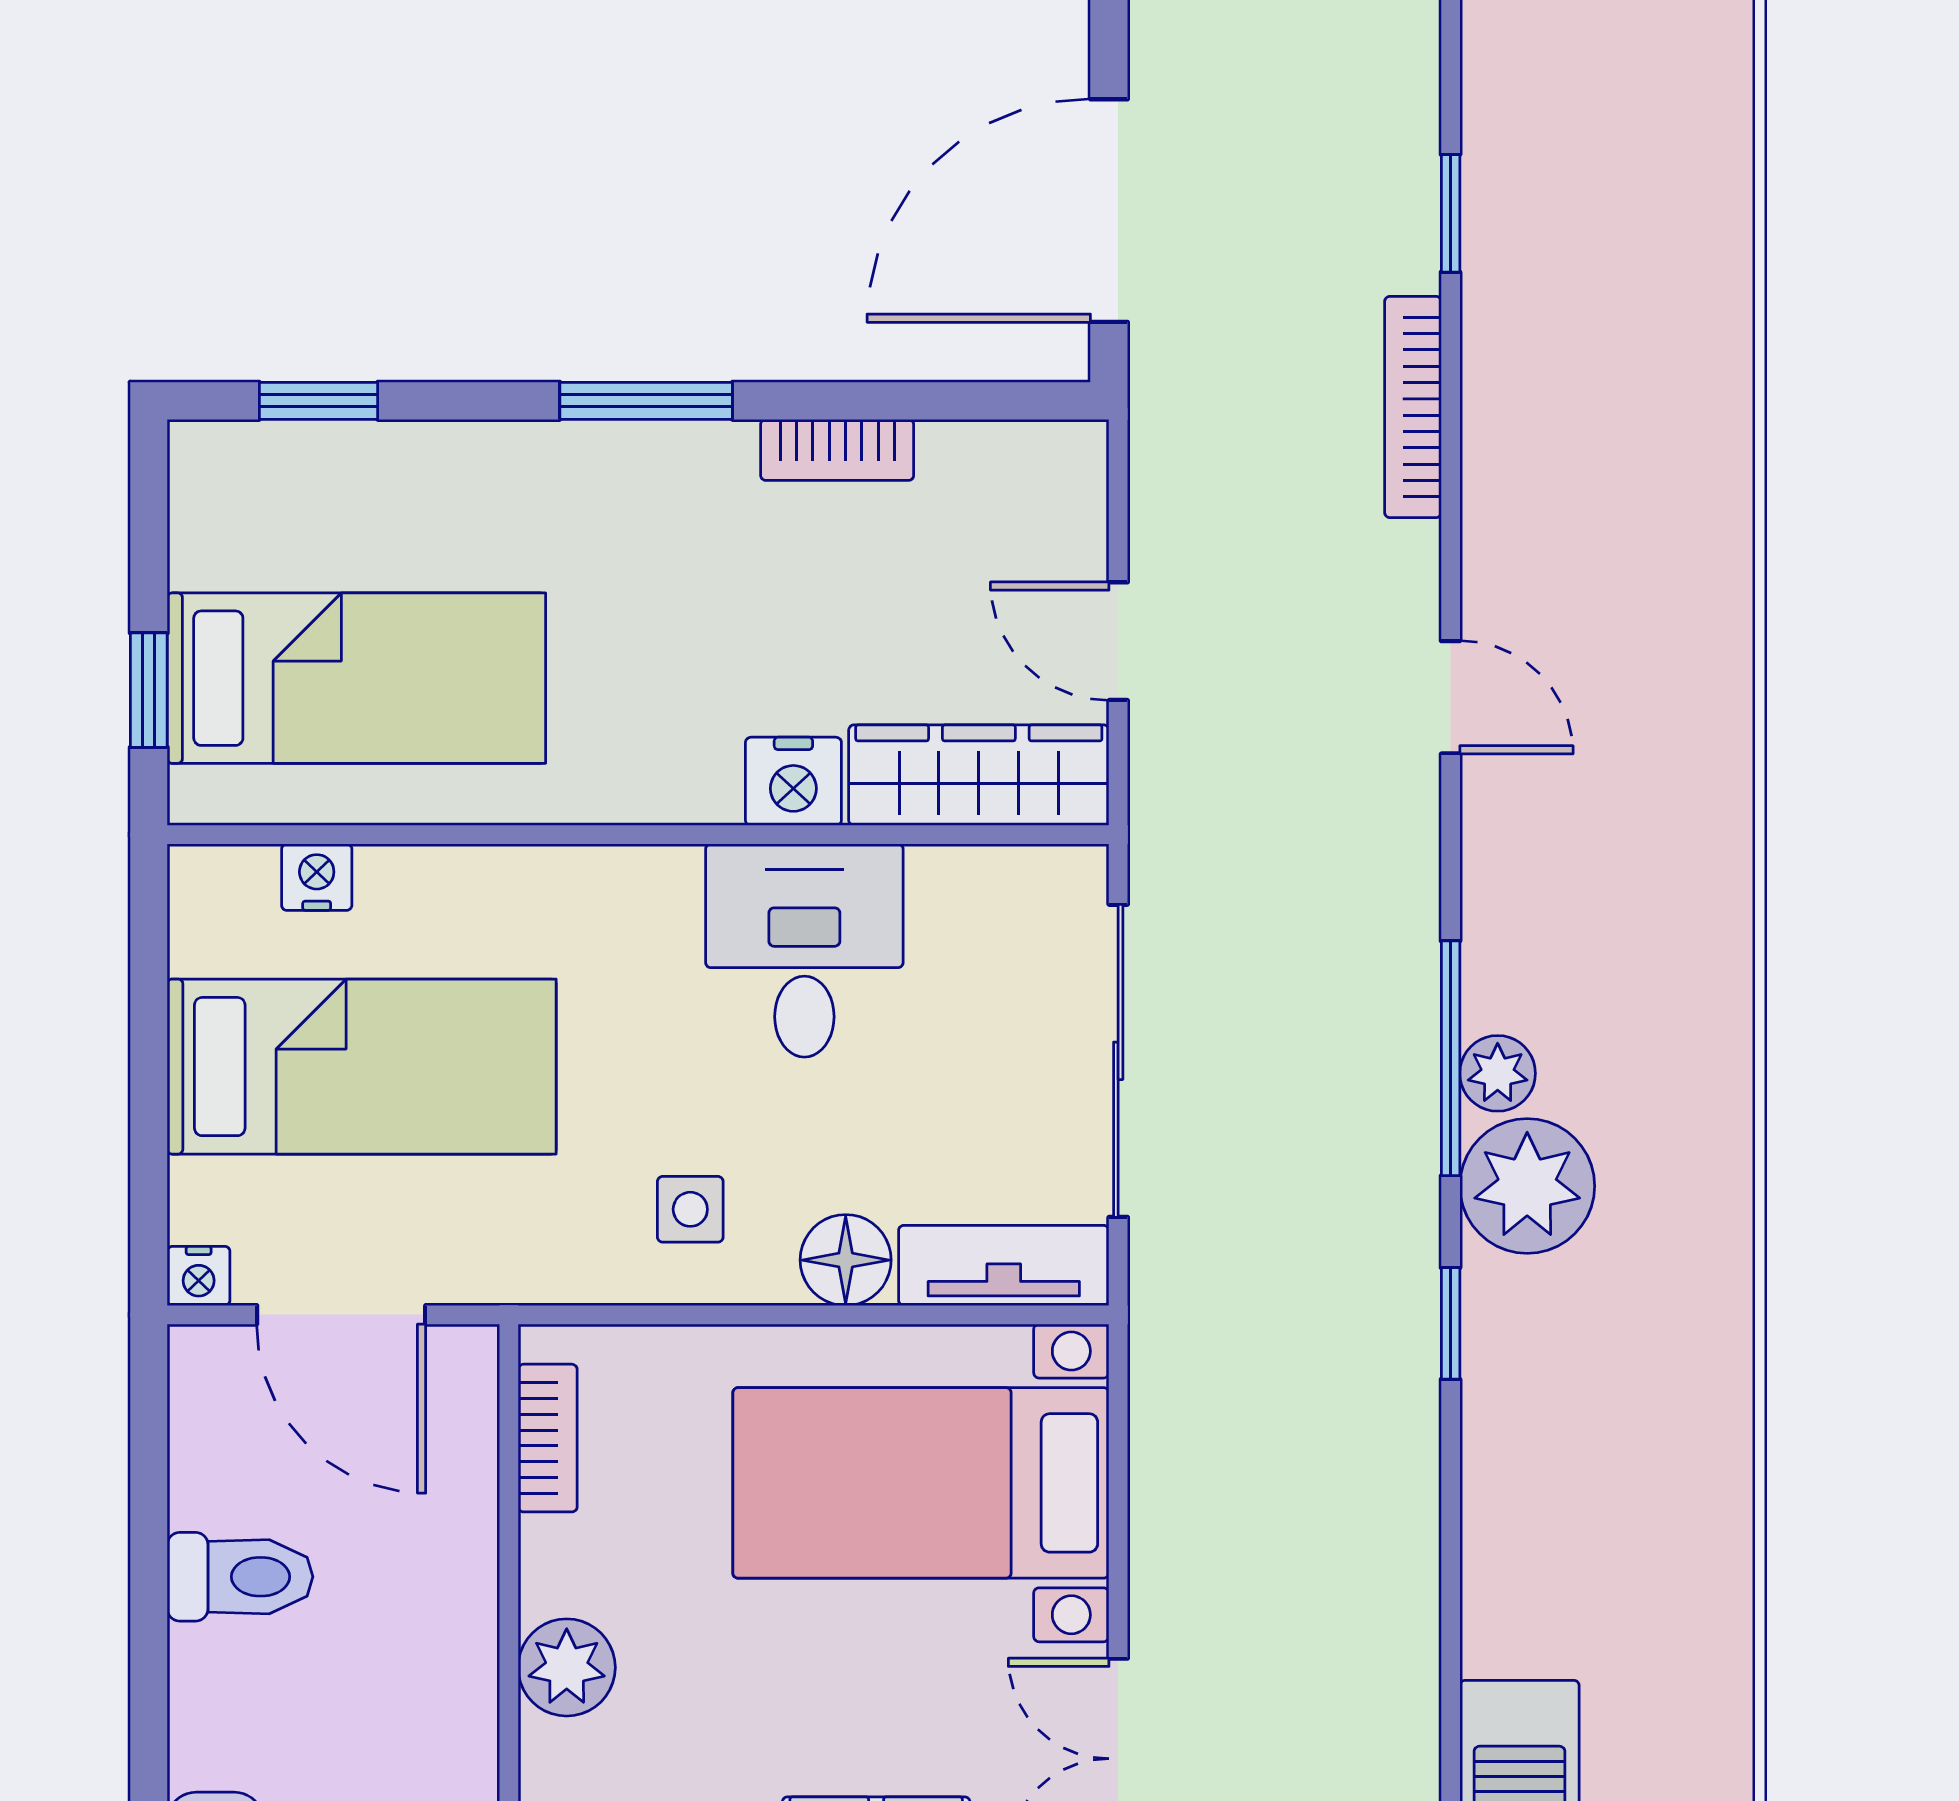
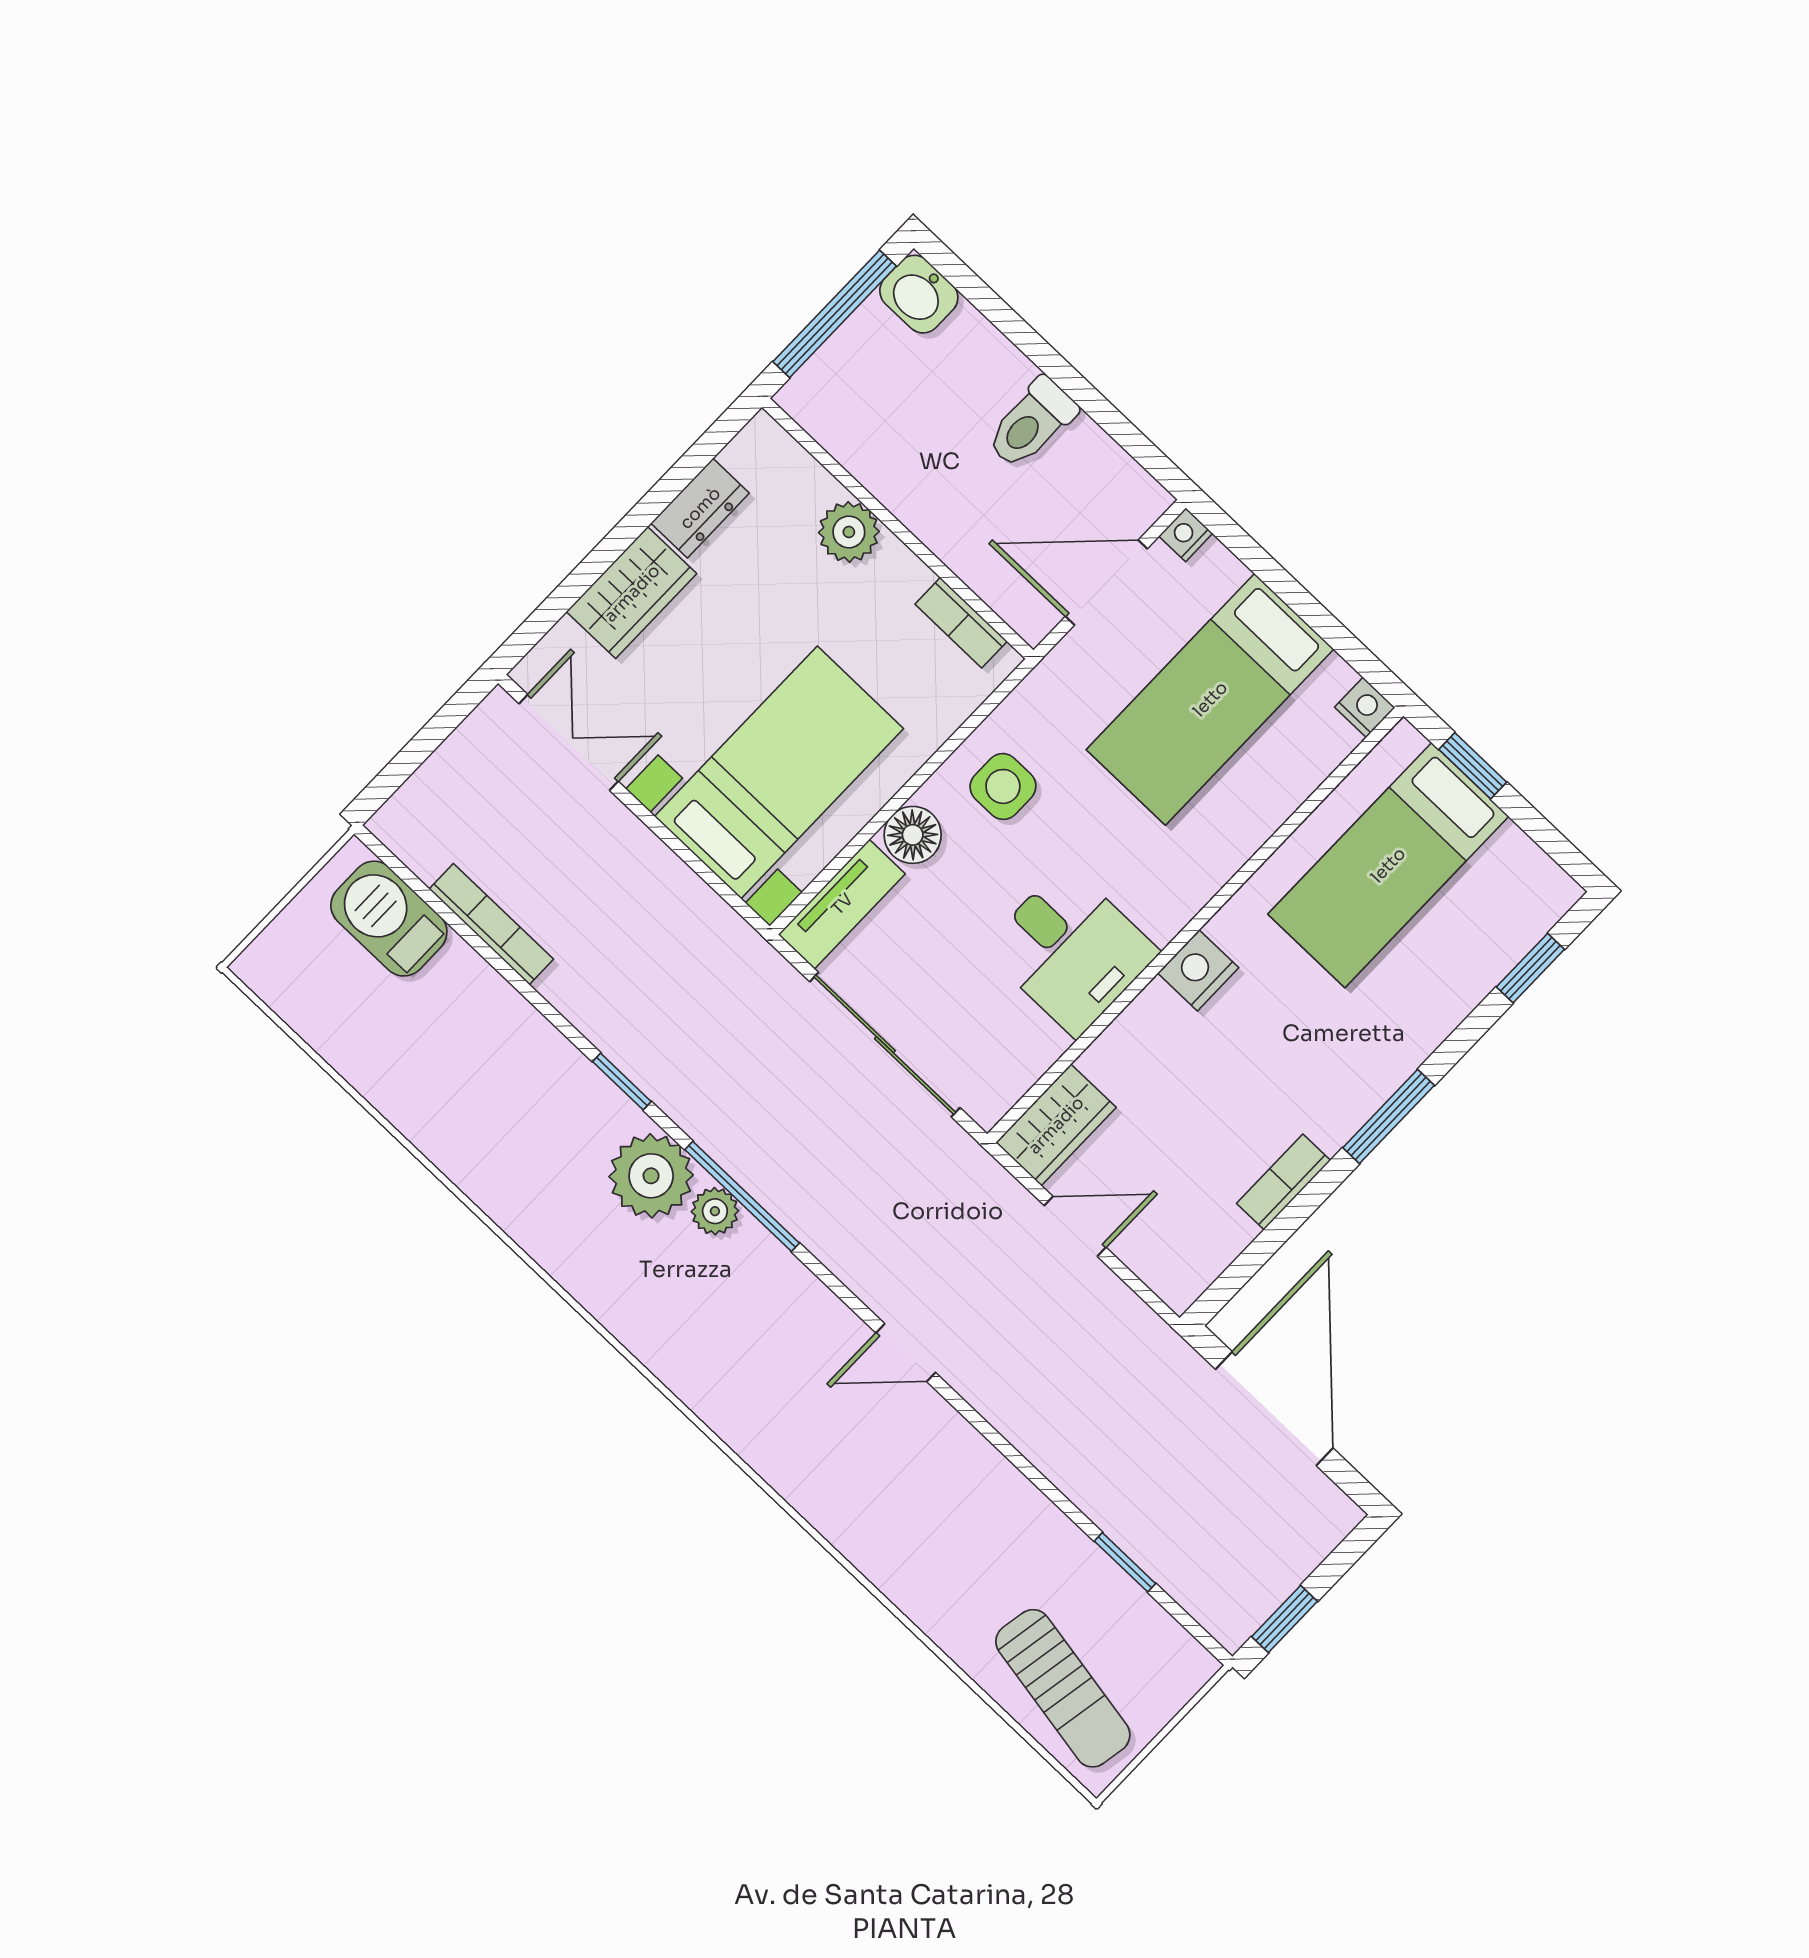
sun lounger: (1664, 146) -> (1063, 1688), added
bookcase: (1413, 407) -> (491, 924), moved
wardrobe: (979, 775) -> (1056, 1125), width x0.67
nightstand: (793, 781) -> (1198, 970), moved
nightstand: (317, 877) -> (1365, 707), moved, turned -90
side table: (690, 1209) -> (1003, 786), width x1.37, depth x1.37

